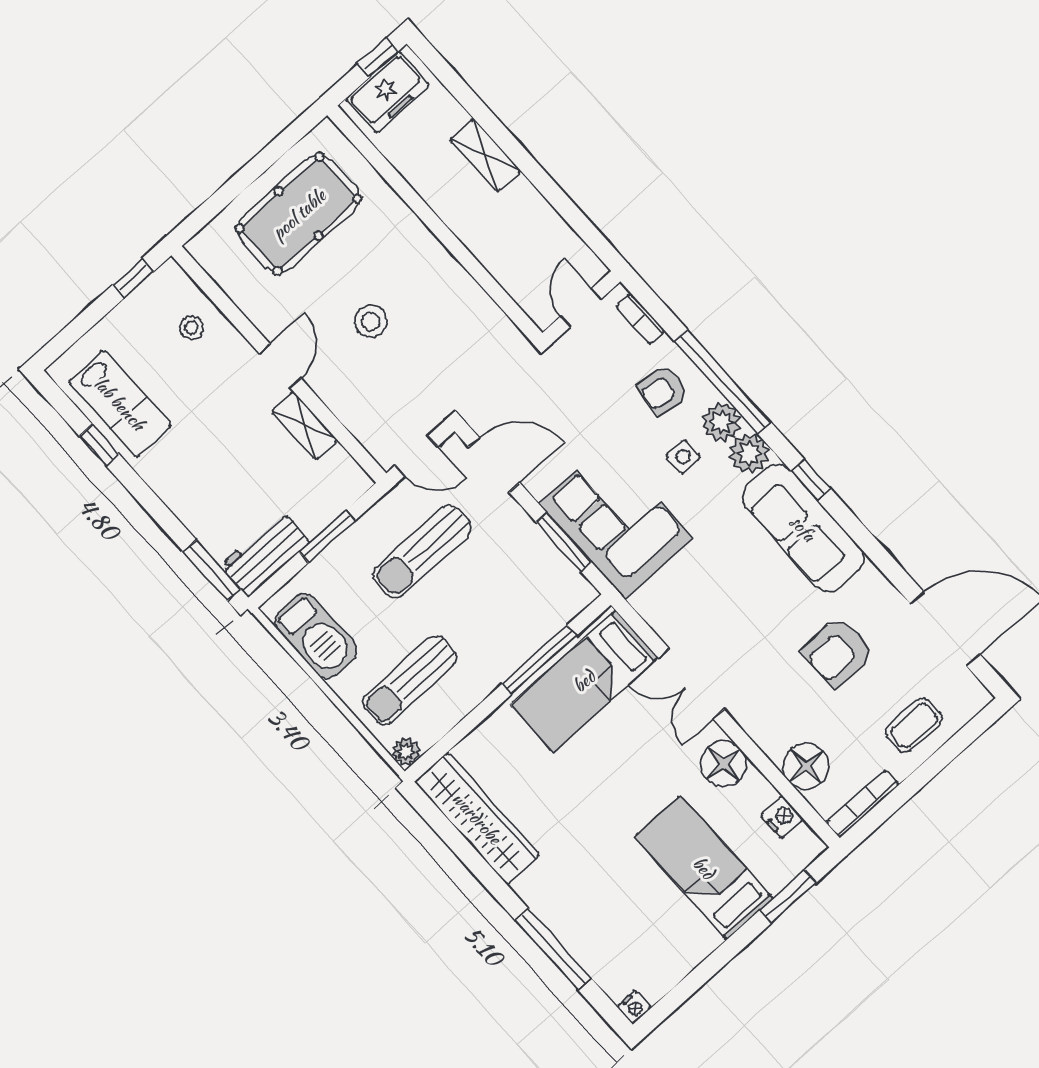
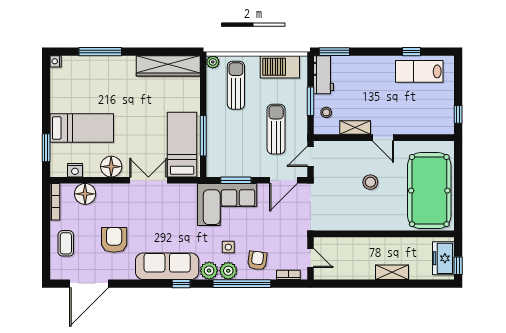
pool table: (299, 214) -> (429, 191), width x1.36, depth x1.32
stool: (191, 328) -> (326, 112), moved

